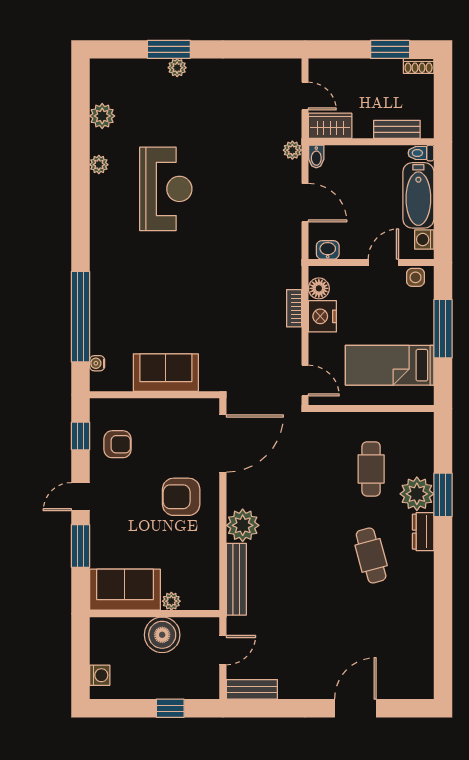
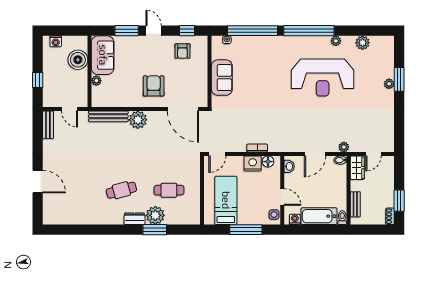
reception desk: (166, 189) -> (323, 78), width x1.36, depth x1.30
window: (80, 214) -> (309, 31), added
boiler: (162, 635) -> (78, 60), moved

